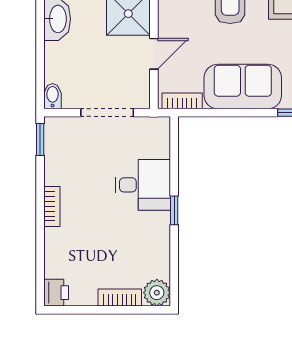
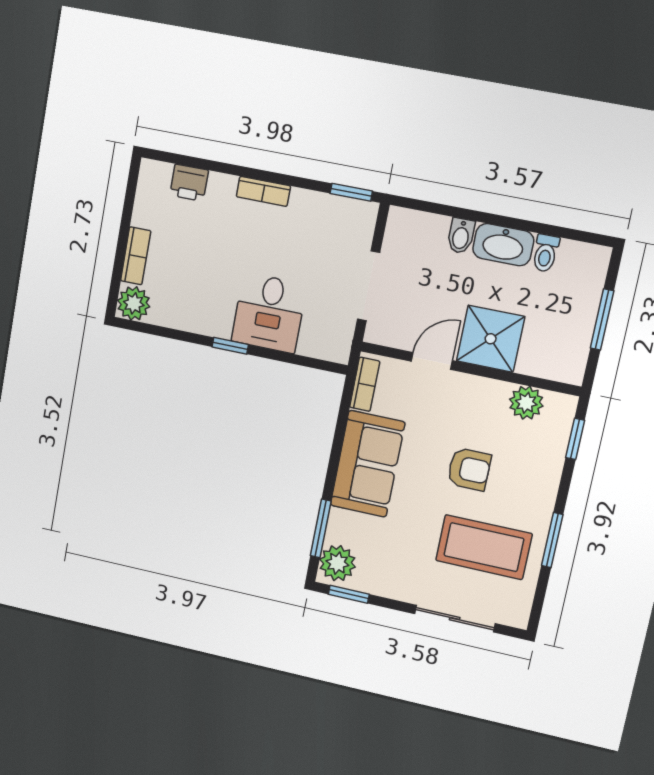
door: (154, 54) -> (432, 361), swing flipped
bidet: (53, 96) -> (461, 236), moved, turned 90
printer: (56, 293) -> (189, 183), moved

